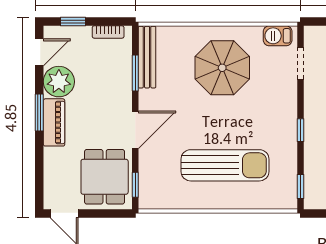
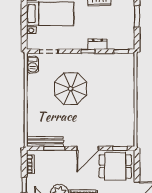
parasol: (222, 68) -> (71, 89), moved
door: (135, 130) -> (88, 148), swing flipped
dresser: (313, 146) -> (98, 44), added
sun lounger: (225, 165) -> (109, 96), removed

